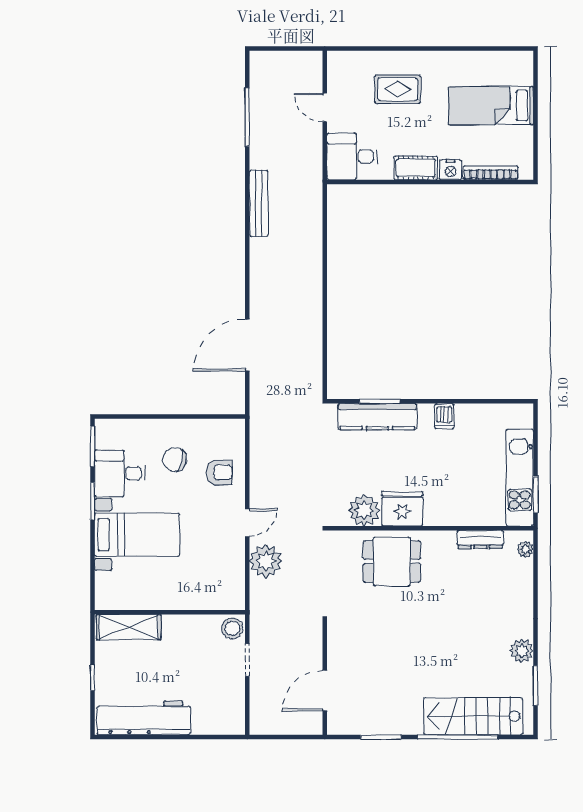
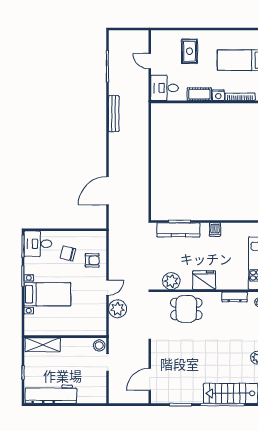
rug: (398, 89) -> (190, 51), turned 90
desk: (120, 473) -> (38, 244), moved
fridge: (402, 509) -> (204, 280), moved

